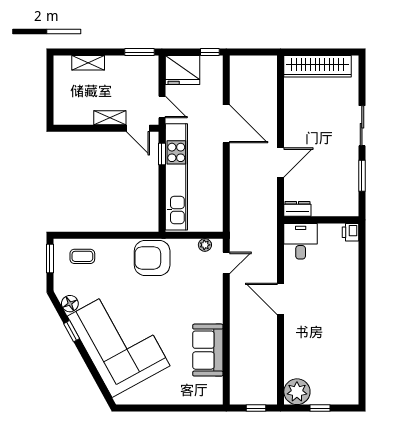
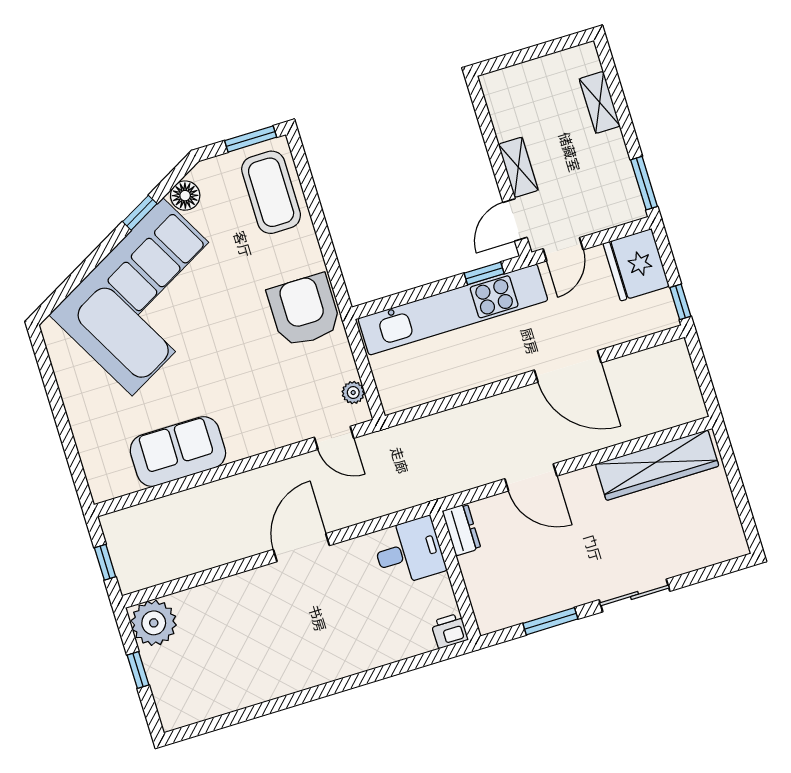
wardrobe: (318, 66) -> (657, 465), moved, turned -90
door: (226, 124) -> (568, 366), hinge flipped
coffee table: (82, 256) -> (271, 192), width x1.86, depth x1.72

